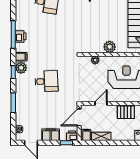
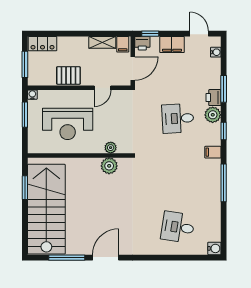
printer: (21, 36) -> (213, 98), moved
plant: (110, 47) -> (109, 166), moved
plant: (21, 68) -> (213, 115), moved

